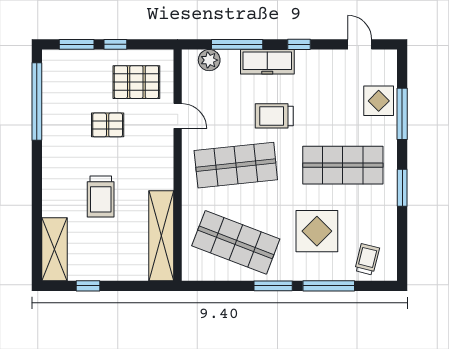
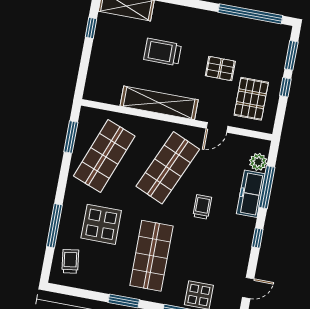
freezer: (267, 62) -> (251, 194), moved
trolley: (274, 116) -> (202, 207), width x0.73, depth x0.72
pallet: (108, 125) -> (220, 69), turned 90
shop shelf: (236, 165) -> (168, 168), turned 30
shelving: (161, 236) -> (159, 103), moved
trolley: (367, 259) -> (70, 261), turned -112
window: (273, 286) -> (71, 137), moved

